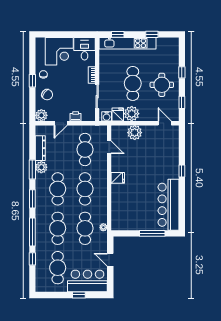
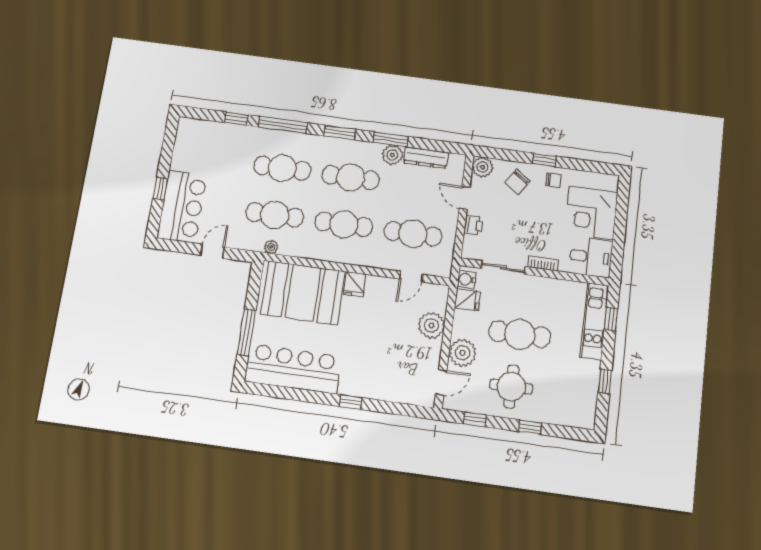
kitchen unit: (128, 43) -> (595, 321), width x0.73
plant: (132, 114) -> (462, 353), moved
booth: (126, 206) -> (303, 293), added
cafe table: (58, 268) -> (214, 159), removed

